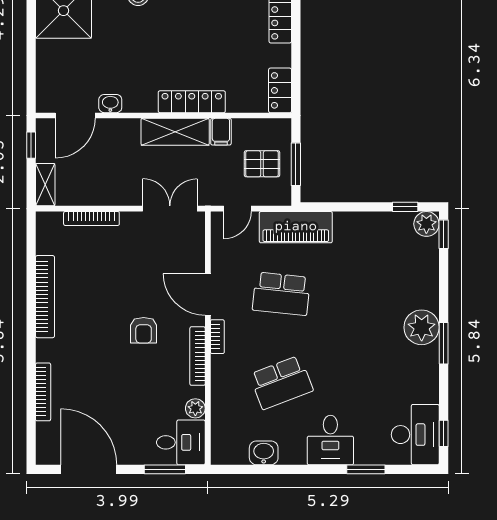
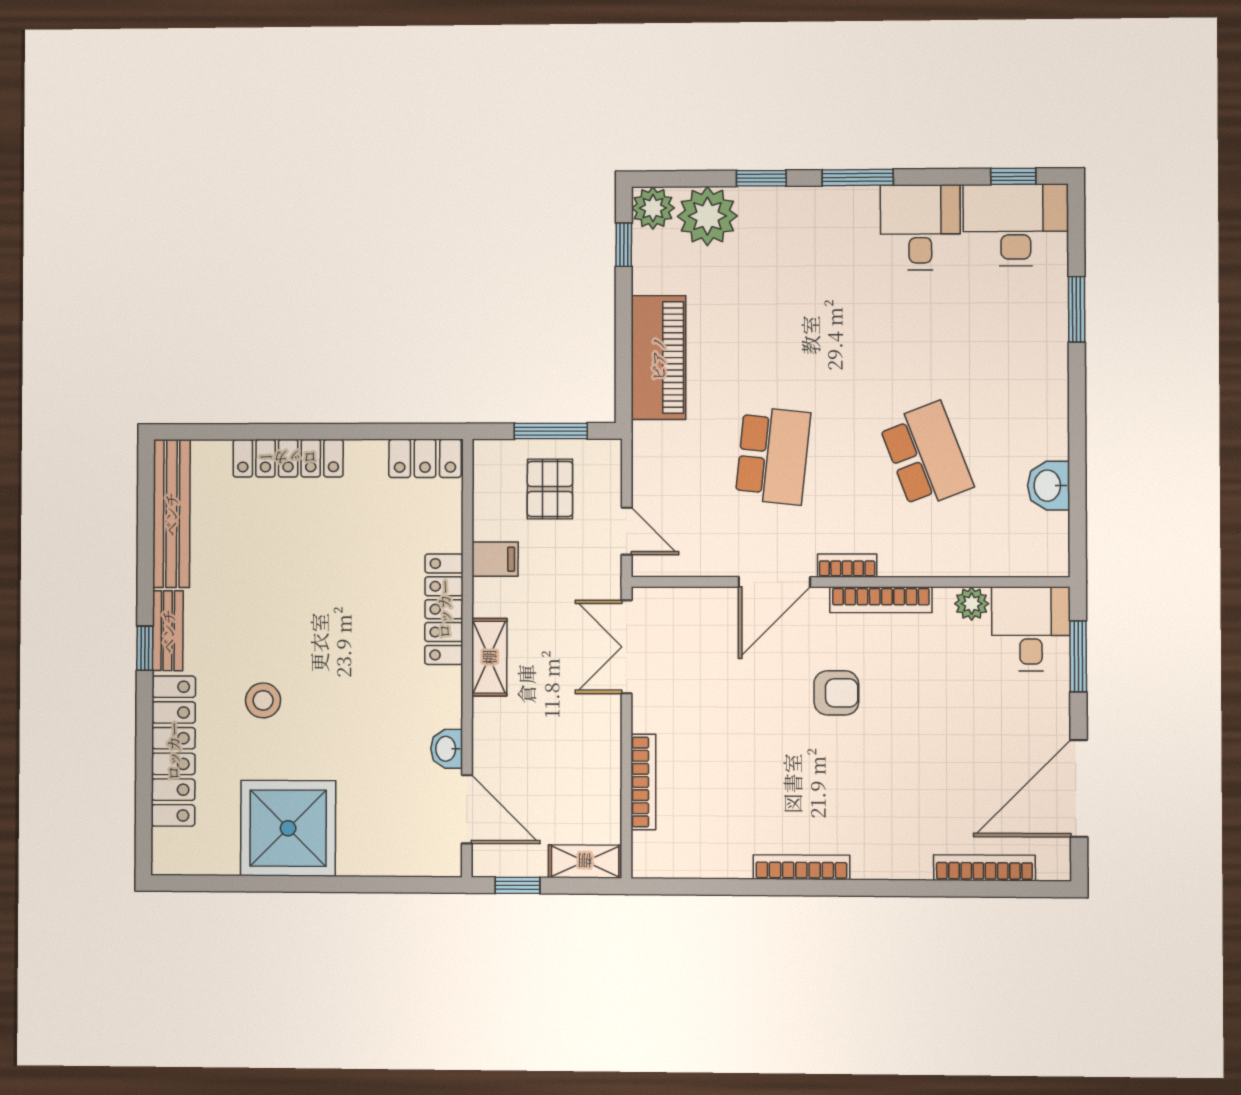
shelving: (175, 132) -> (489, 657), width x0.67, depth x0.75
piano: (296, 227) -> (658, 358), moved
window: (444, 234) -> (761, 178), moved
bookcase: (45, 297) -> (801, 867), width x0.68, depth x0.76
plant: (422, 327) -> (707, 216), moved
bookcase: (43, 392) -> (984, 868), moved
desk: (330, 440) -> (920, 227), moved, turned -90

